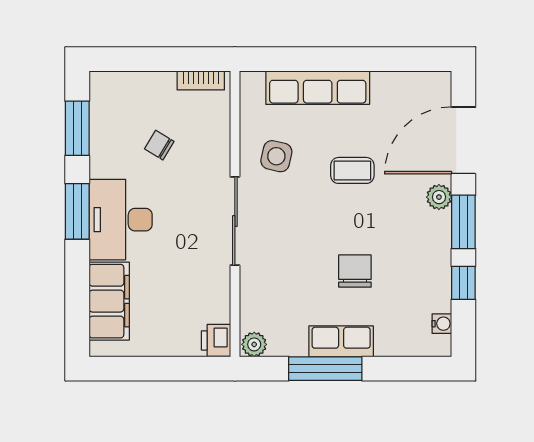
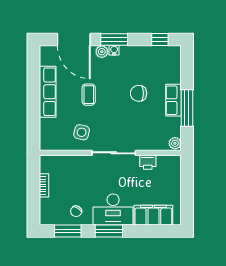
bookcase: (201, 80) -> (44, 185), moved
row of seats: (318, 88) -> (48, 92), moved
chair: (159, 145) -> (76, 211), moved
window: (463, 283) -> (160, 40), moved
water cooler: (442, 324) -> (114, 50), moved
printer: (216, 340) -> (148, 162), moved

